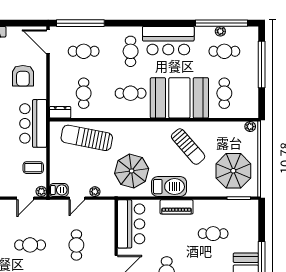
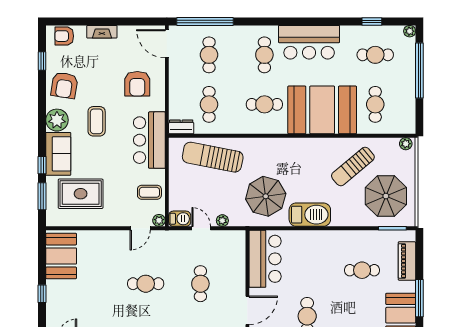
window: (221, 23) -> (372, 21), width x0.32
plant: (220, 31) -> (410, 31), moved
cafe table: (84, 51) -> (209, 55), turned 90
sun lounger: (188, 147) -> (353, 167), moved, turned 91
door: (77, 198) -> (201, 228), swing flipped
piano: (177, 207) -> (407, 261), moved, turned 90

